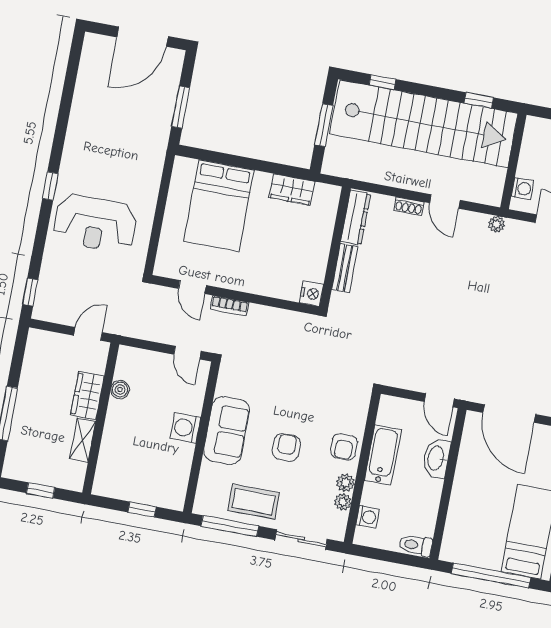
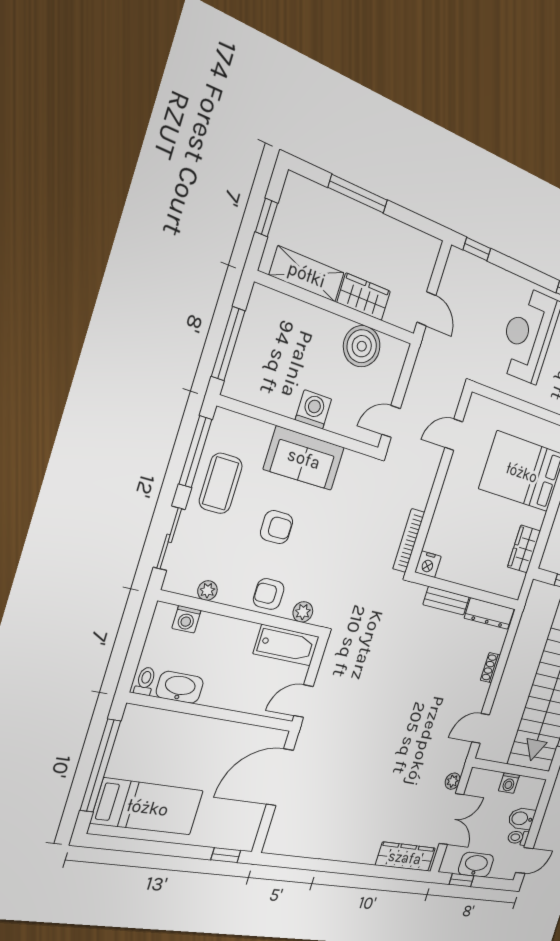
washing machine: (523, 189) -> (509, 783), moved
door: (445, 201) -> (481, 728), moved
plant: (496, 224) -> (453, 781), moved
bookcase: (229, 306) -> (409, 541), moved, width x1.56
boiler: (120, 390) -> (362, 346), width x1.86, depth x1.86
shelving: (83, 440) -> (307, 274), width x1.50, depth x1.33
bathtub: (383, 455) -> (286, 645), moved
washbasin: (436, 458) -> (180, 687), moved
plant: (346, 483) -> (303, 612), moved
window: (142, 509) -> (228, 344), width x2.17
toilet: (416, 545) -> (145, 681), width x0.73, depth x0.72

